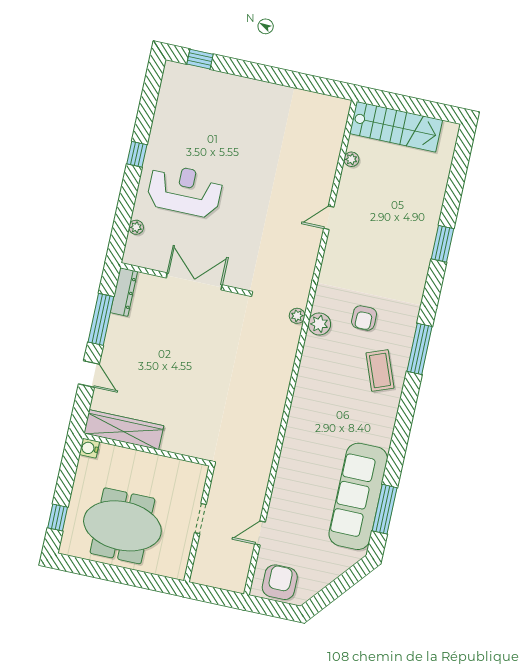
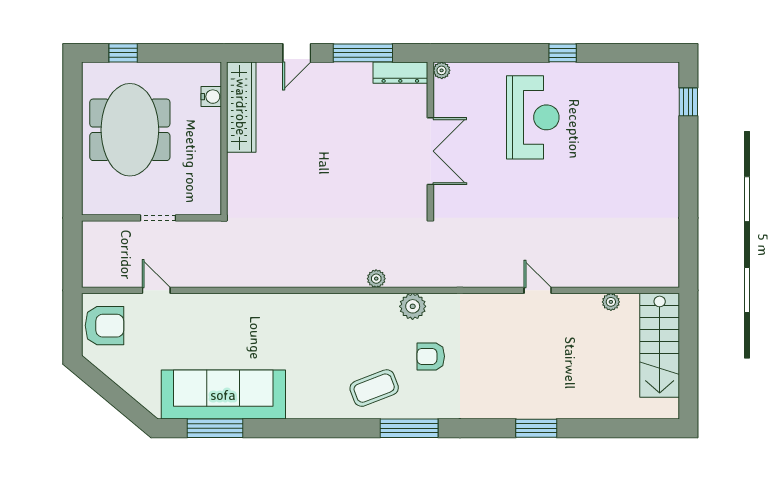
plant: (136, 227) -> (442, 70), moved
plant: (297, 316) -> (376, 279), moved
water cooler: (89, 448) -> (211, 97), moved, turned 90

